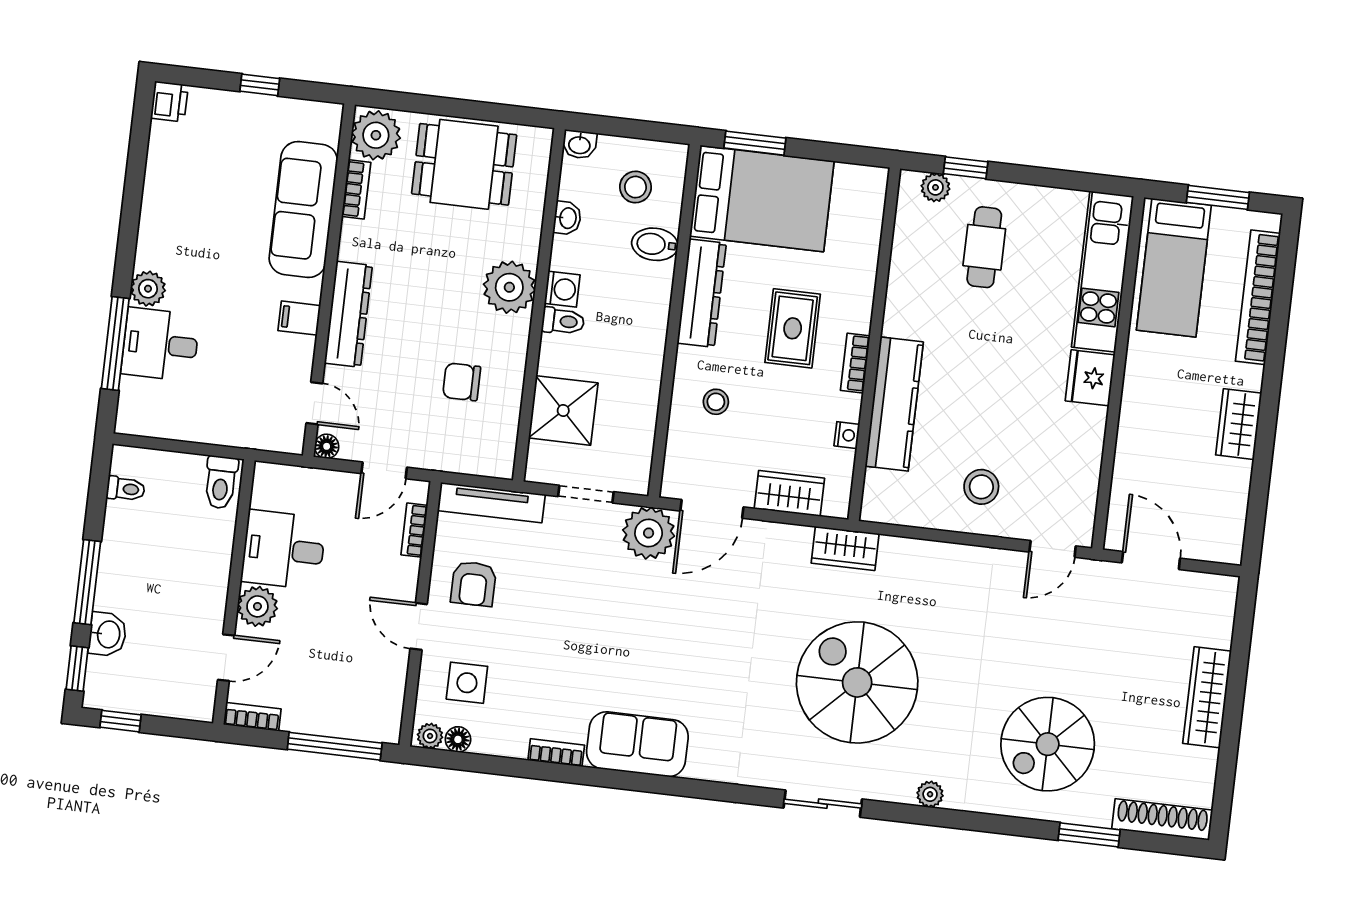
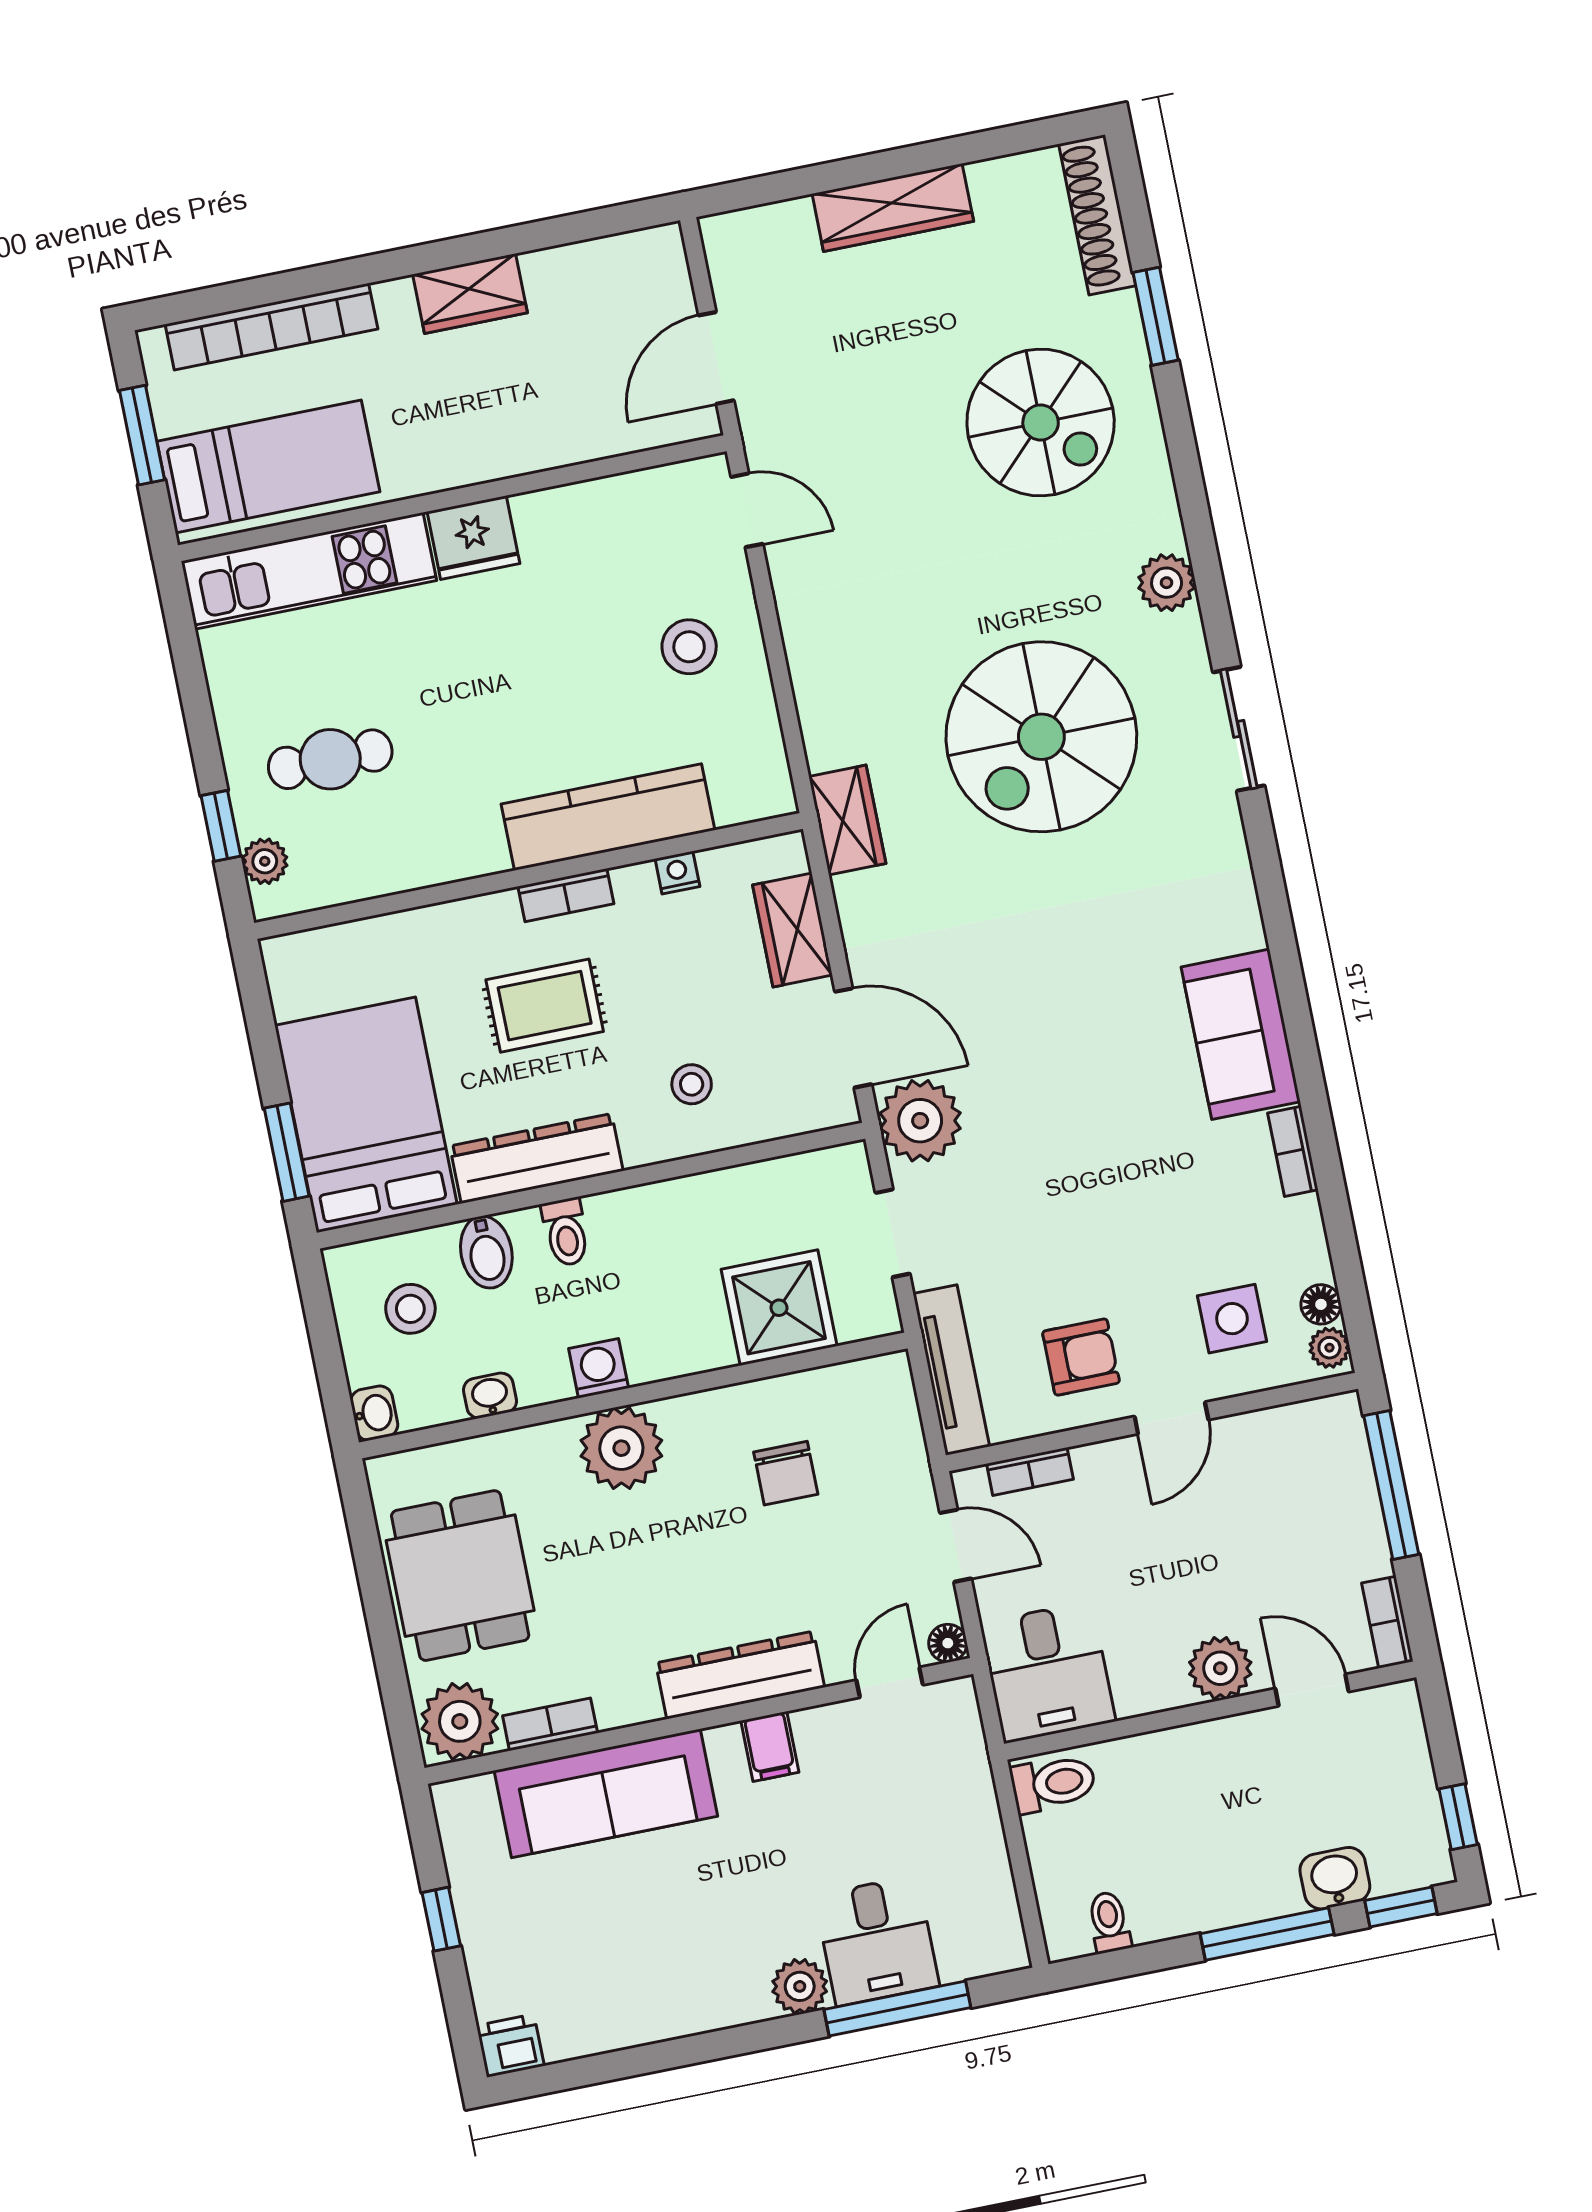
toilet: (563, 321) -> (566, 1232), moved, turned 180
desk: (284, 550) -> (1048, 1672), moved
plant: (930, 794) -> (1167, 583), width x1.38, depth x1.38

